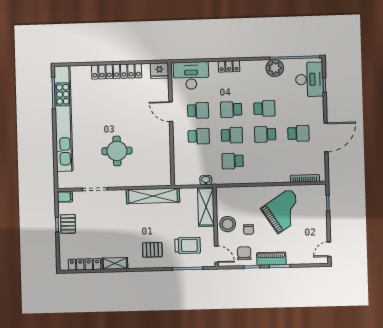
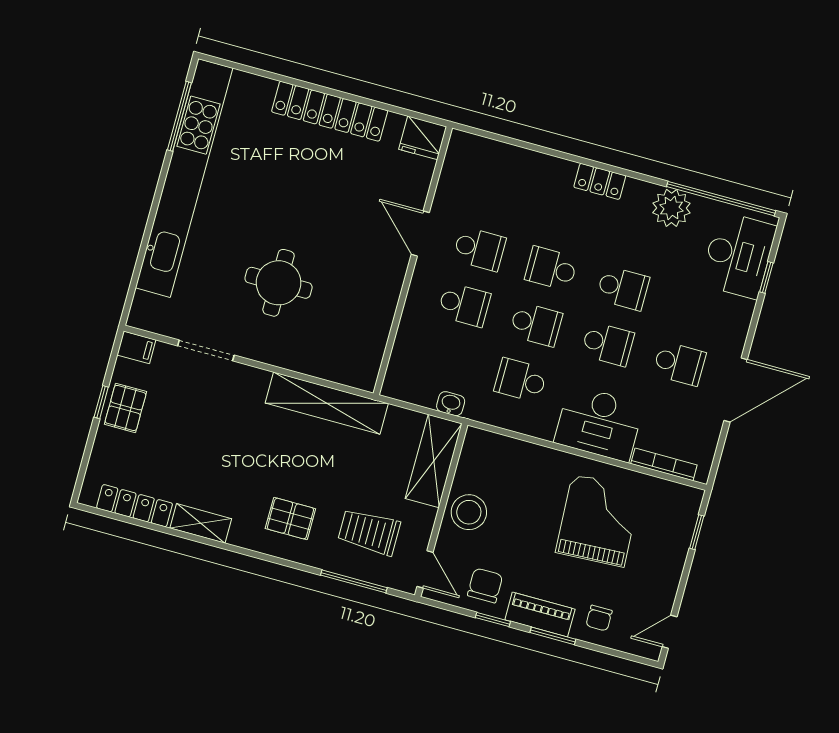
locker: (229, 66) -> (600, 181), moved
desk: (191, 76) -> (599, 423), moved, turned 180
school desk: (265, 134) -> (608, 344), turned 180
grand piano: (284, 211) -> (598, 521), turned -60
chair: (249, 229) -> (599, 618), moved
trolley: (188, 245) -> (369, 532), turned 180

